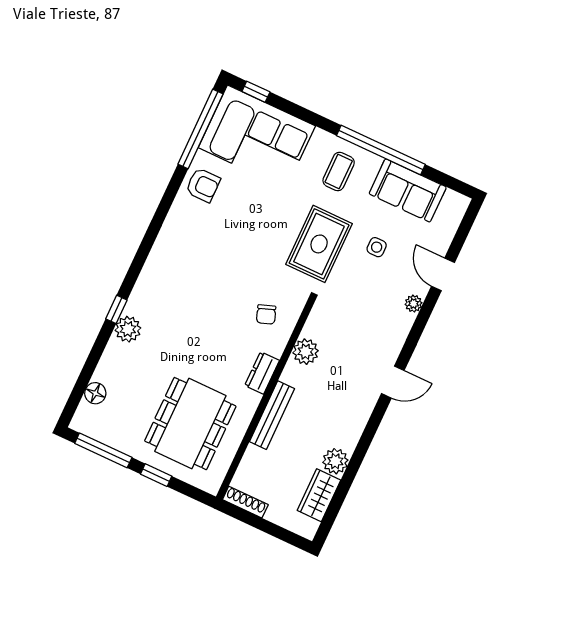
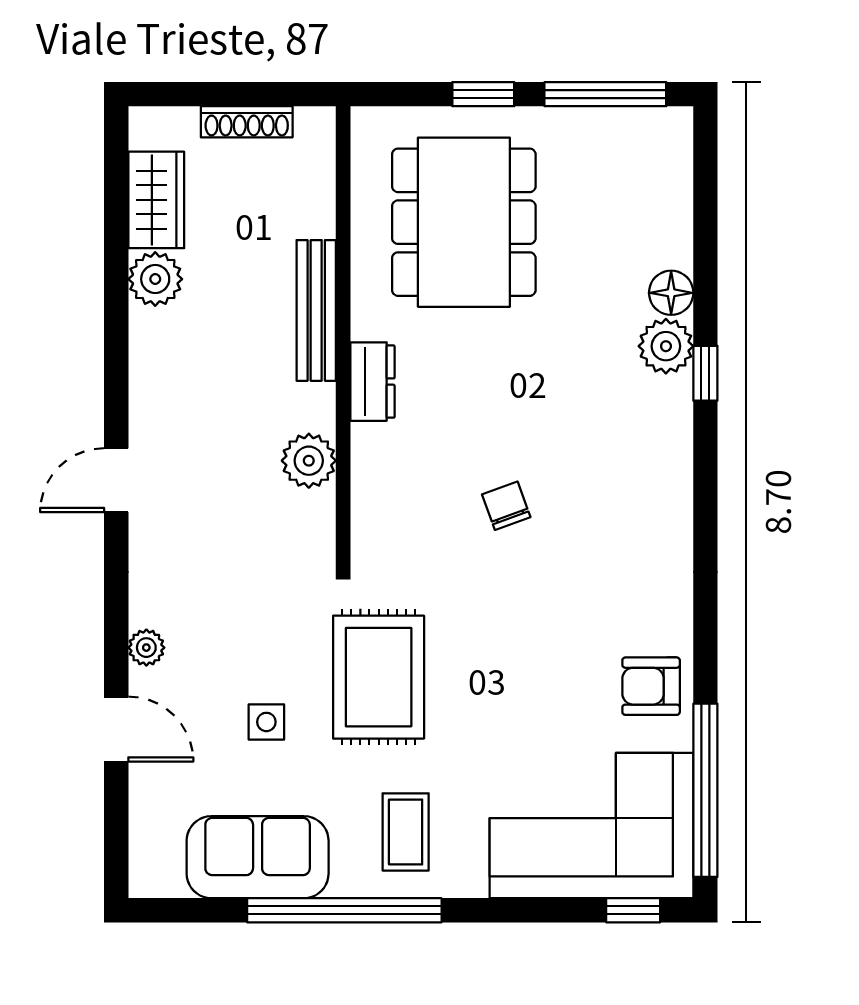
chair: (266, 314) -> (506, 506), moved
floor lamp: (95, 393) -> (671, 293), moved
shoe rack: (245, 502) -> (247, 122), moved

